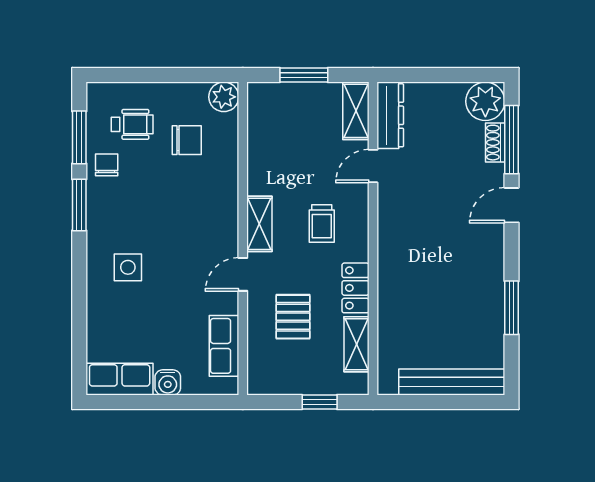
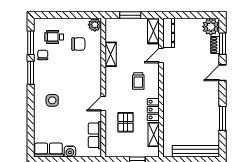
wheelchair: (132, 124) -> (54, 37), turned 180
window: (512, 140) -> (223, 44), width x0.69
shelving: (259, 224) -> (111, 54), moved

